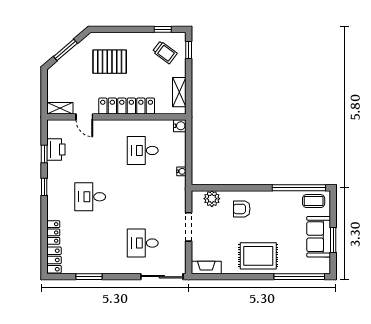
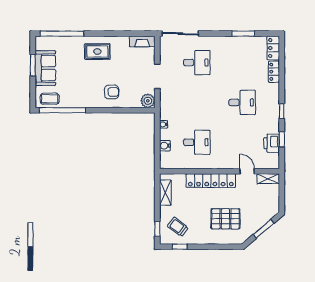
water cooler: (180, 126) -> (165, 146), moved
plant: (212, 199) -> (148, 101), moved
rug: (258, 256) -> (97, 52), width x0.73, depth x0.70

